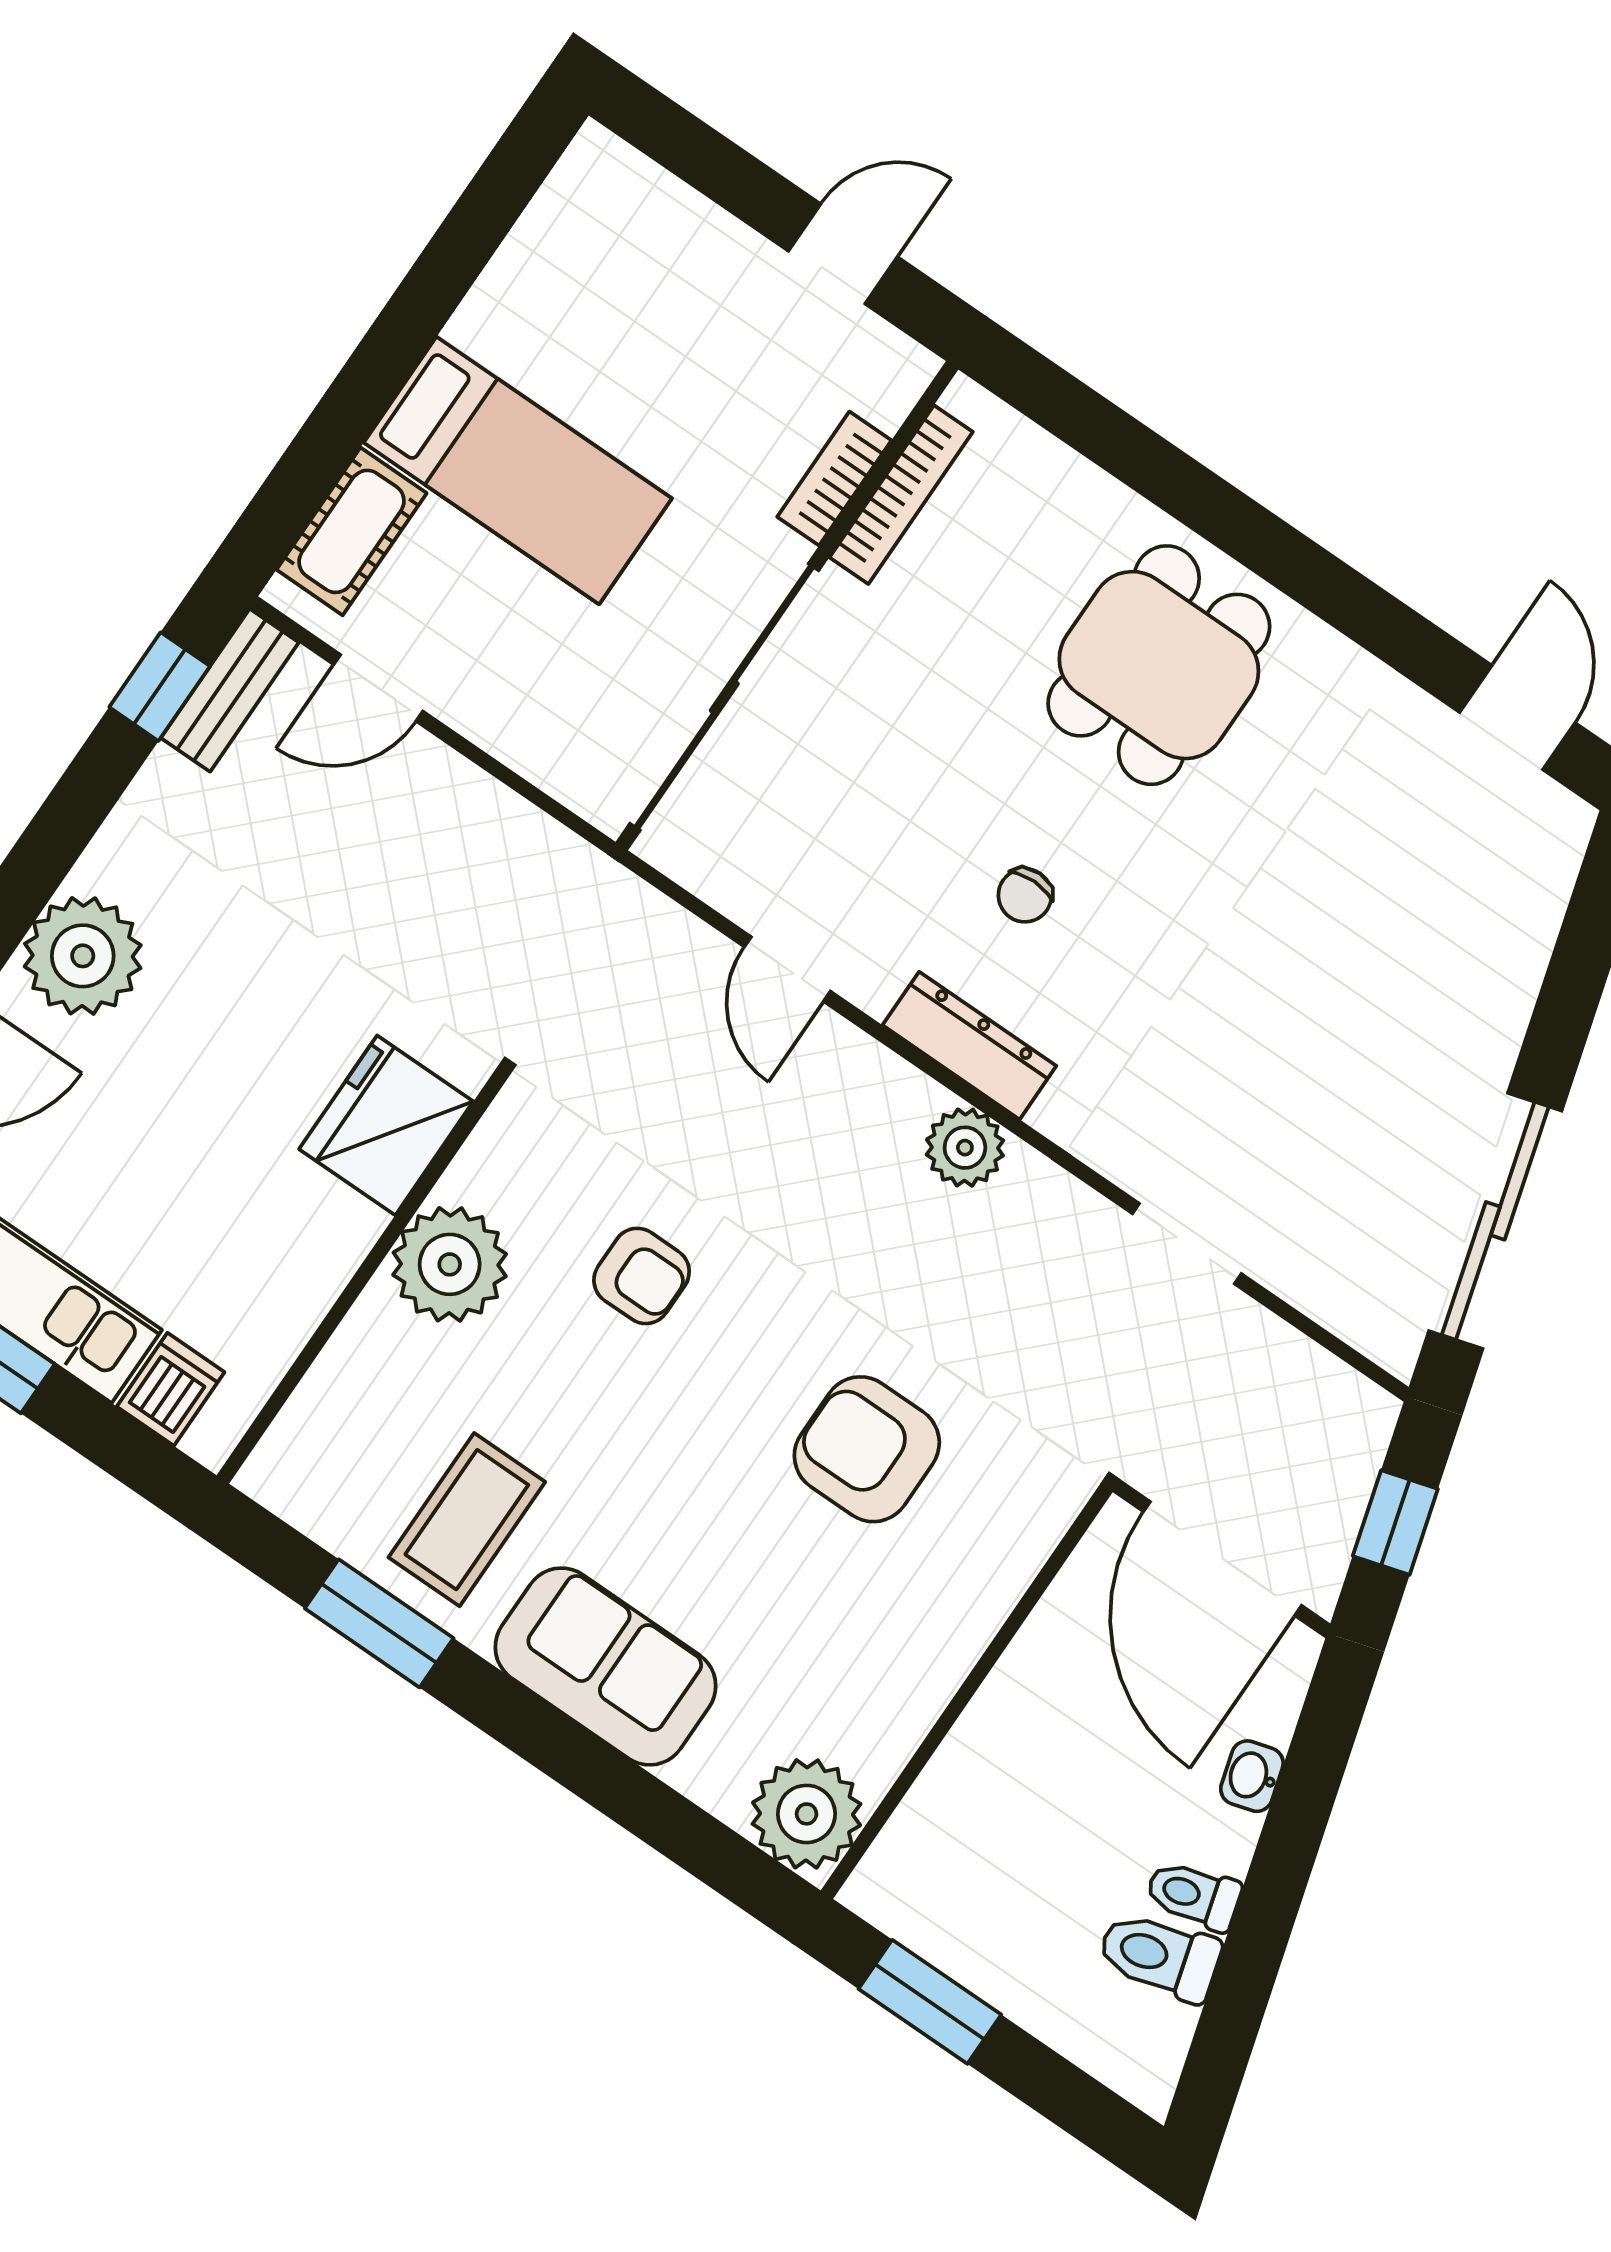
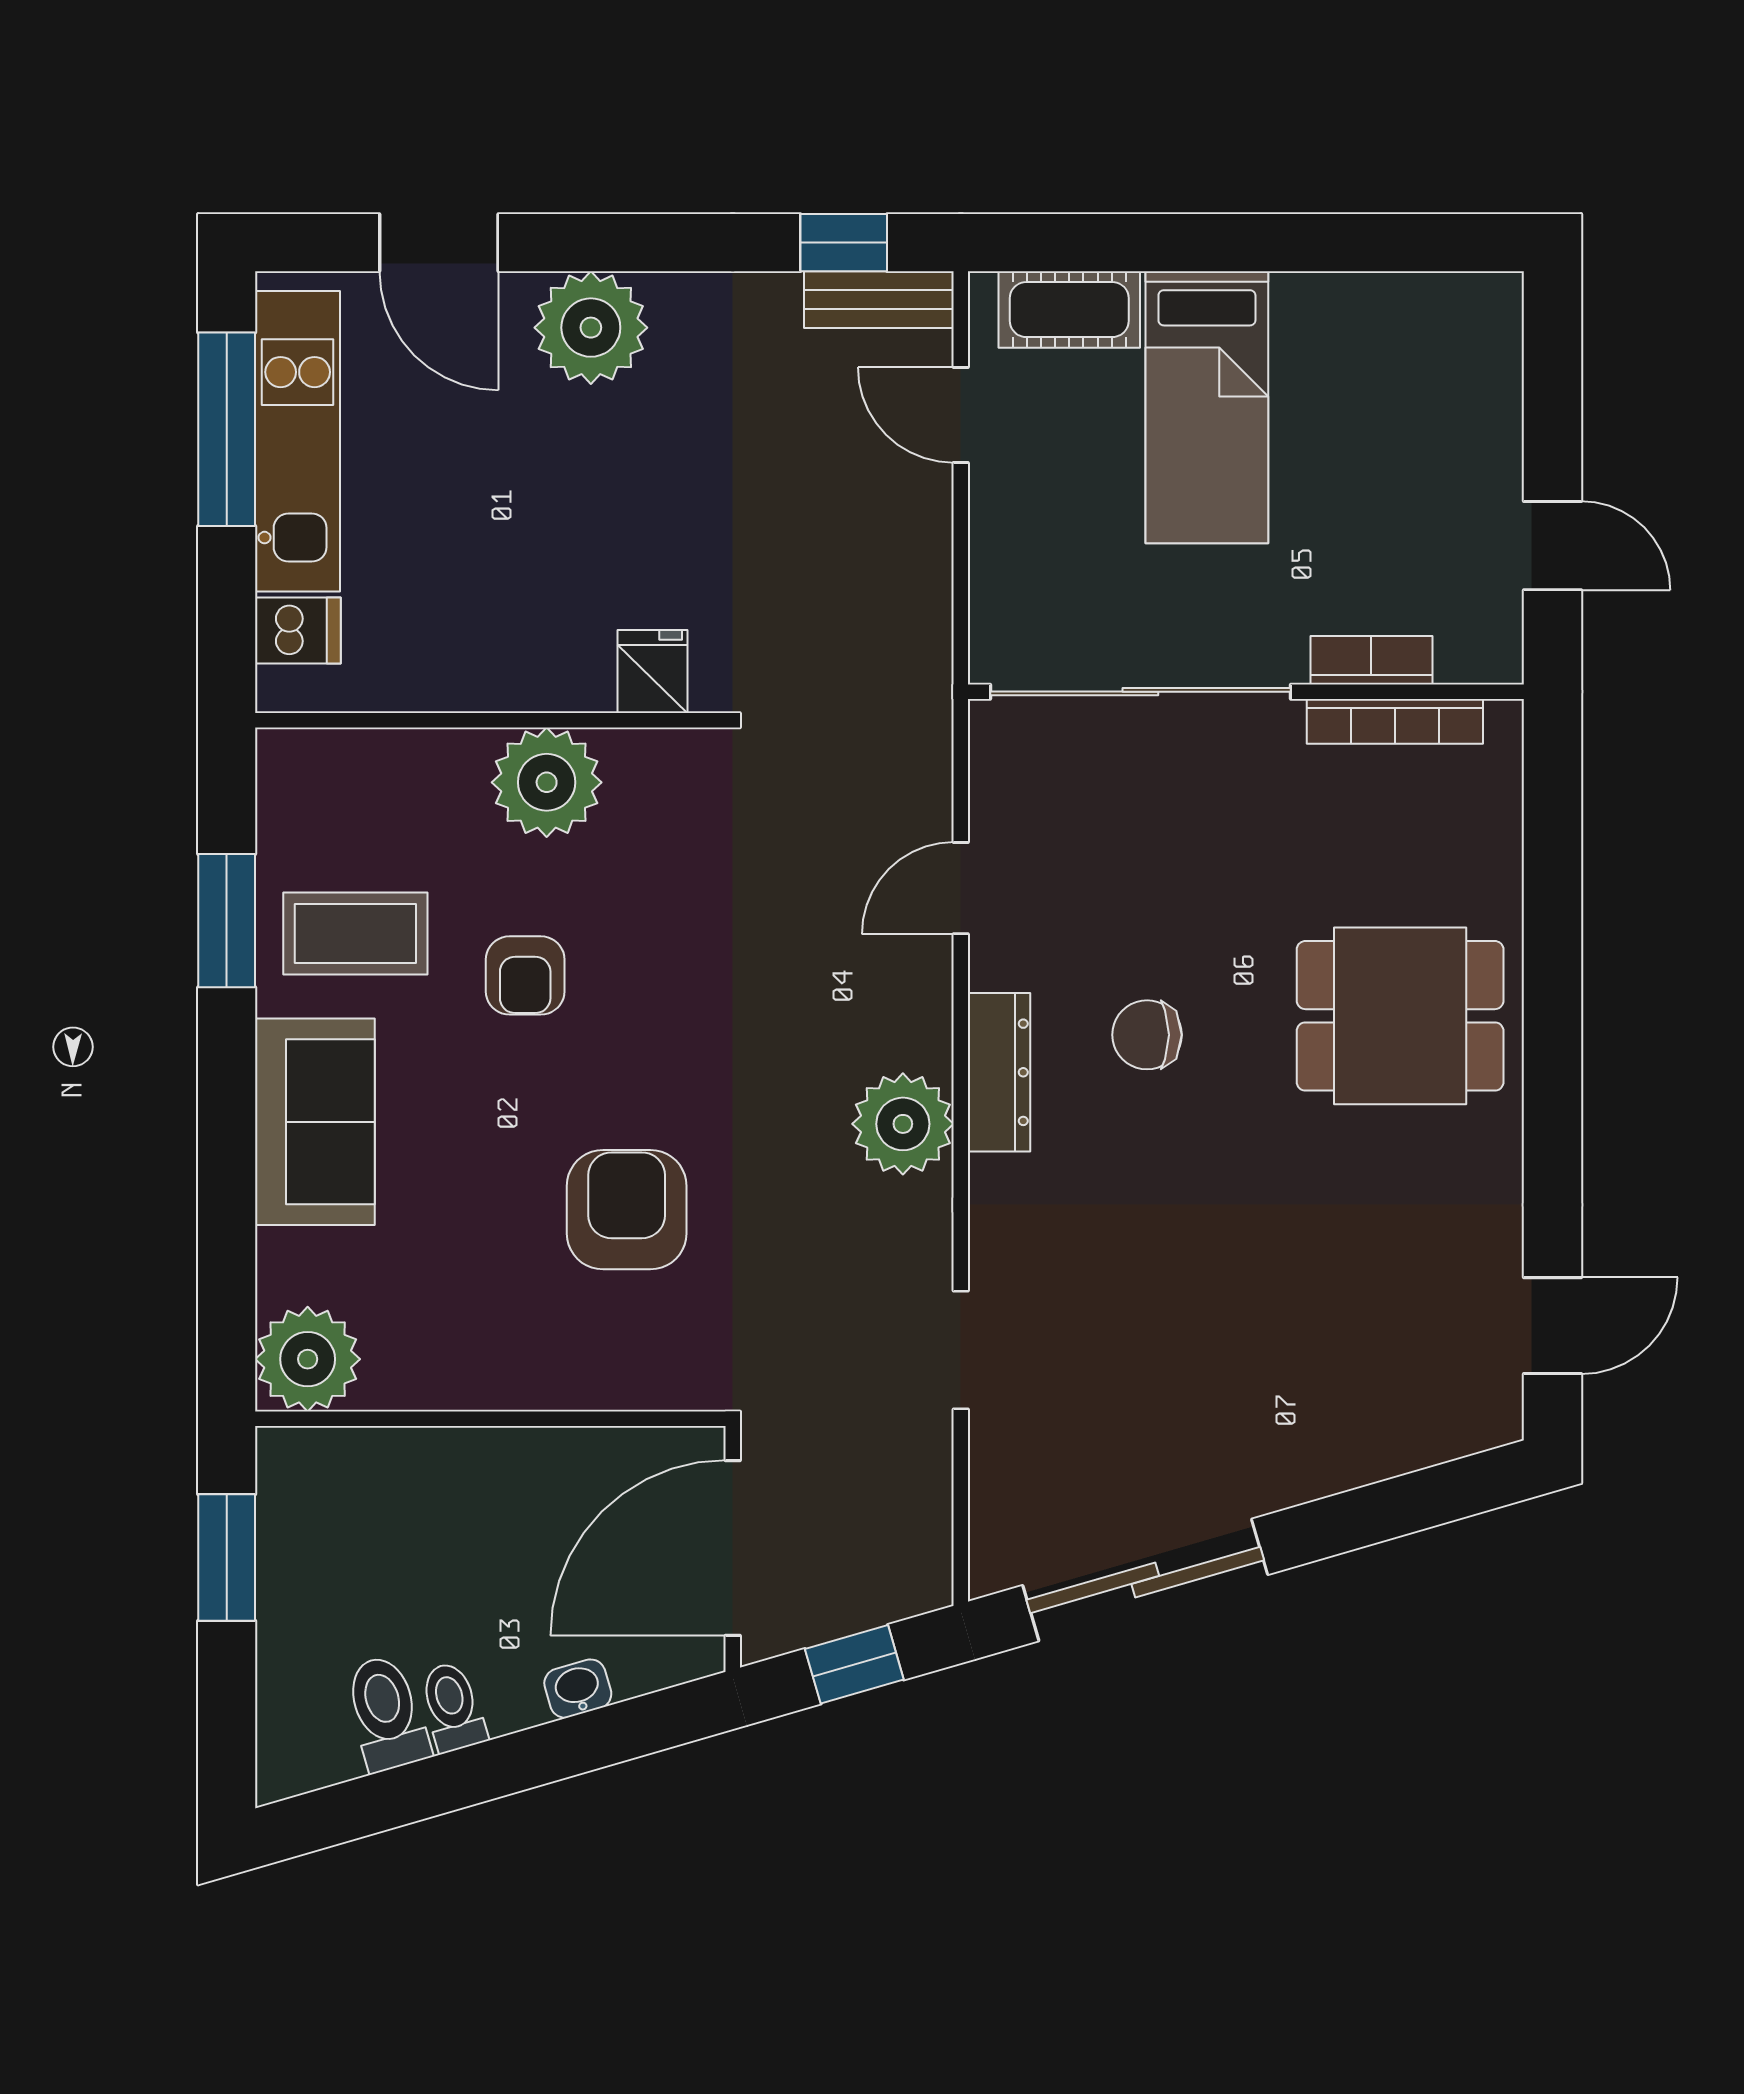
chair: (1025, 895) -> (1147, 1035), width x1.37, depth x1.37
fridge: (386, 1125) -> (652, 671), width x0.53, depth x0.75
plant: (965, 1148) -> (903, 1124), width x1.36, depth x1.36
armchair: (642, 1276) -> (525, 975), moved

